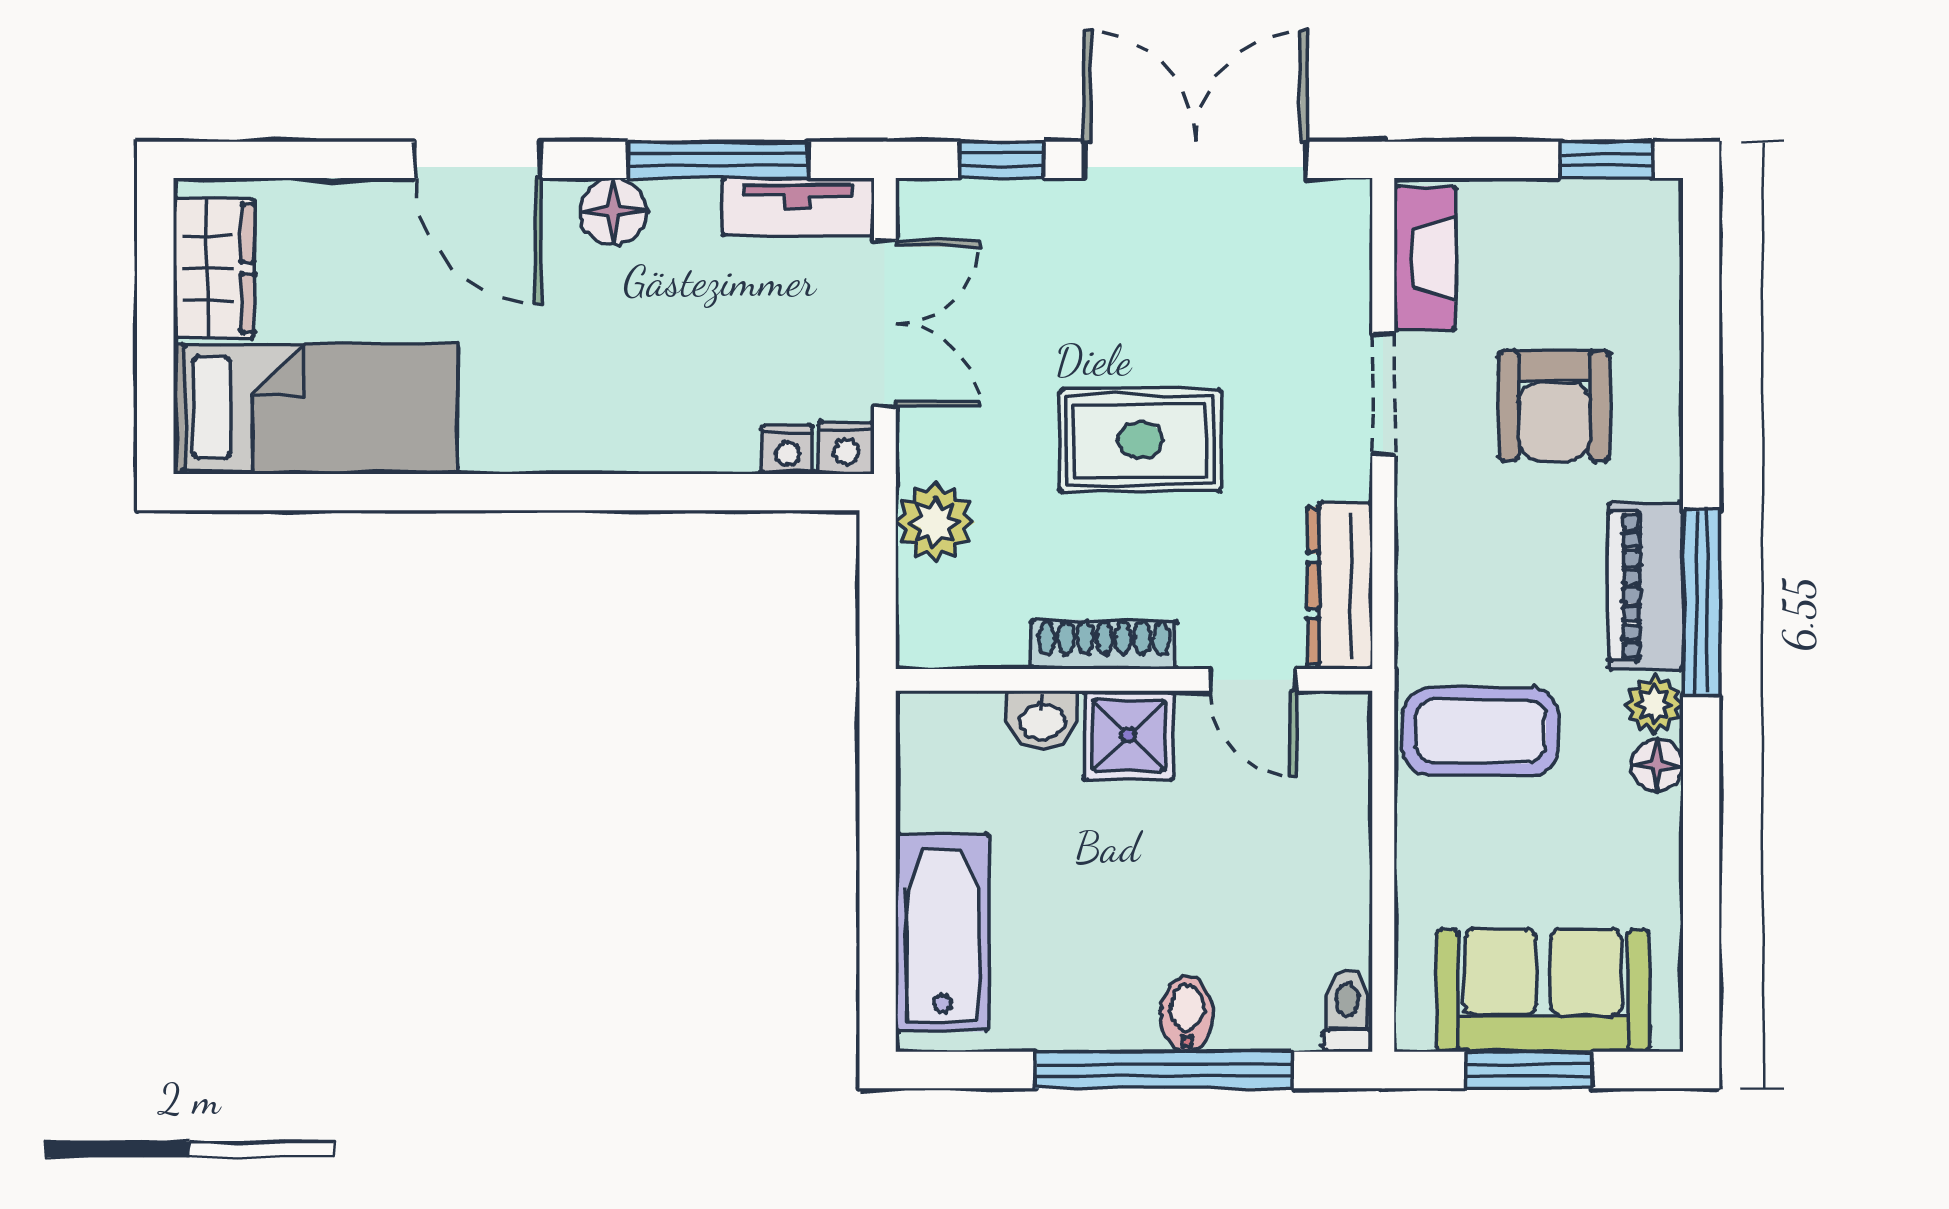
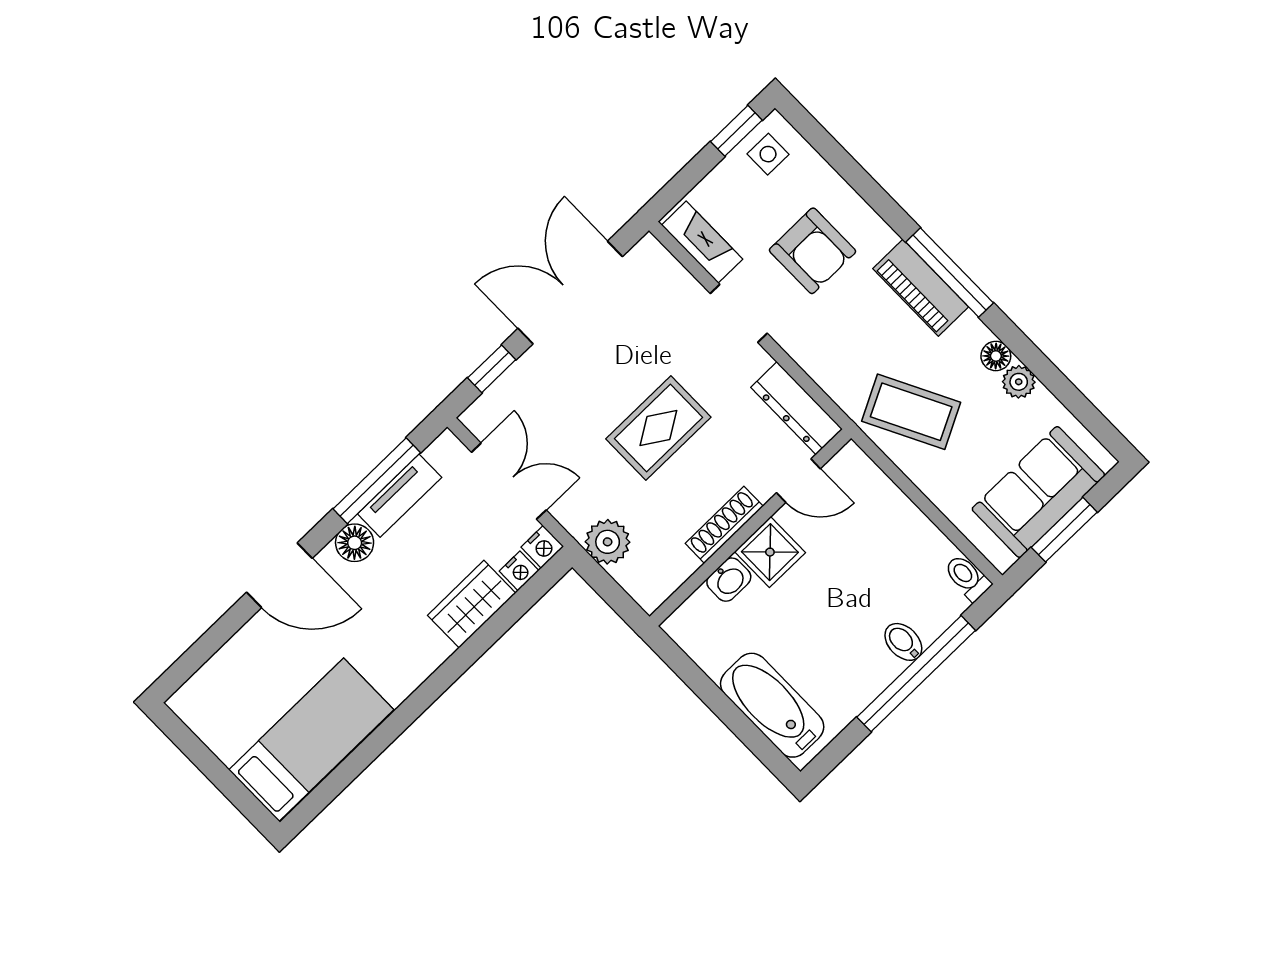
tv unit: (798, 207) -> (400, 496), moved
side table: (1617, 228) -> (768, 154), added
wardrobe: (214, 268) -> (472, 604), moved, turned -90
plant: (1654, 704) -> (1019, 382), moved
coffee table: (1481, 731) -> (911, 412), turned 63

